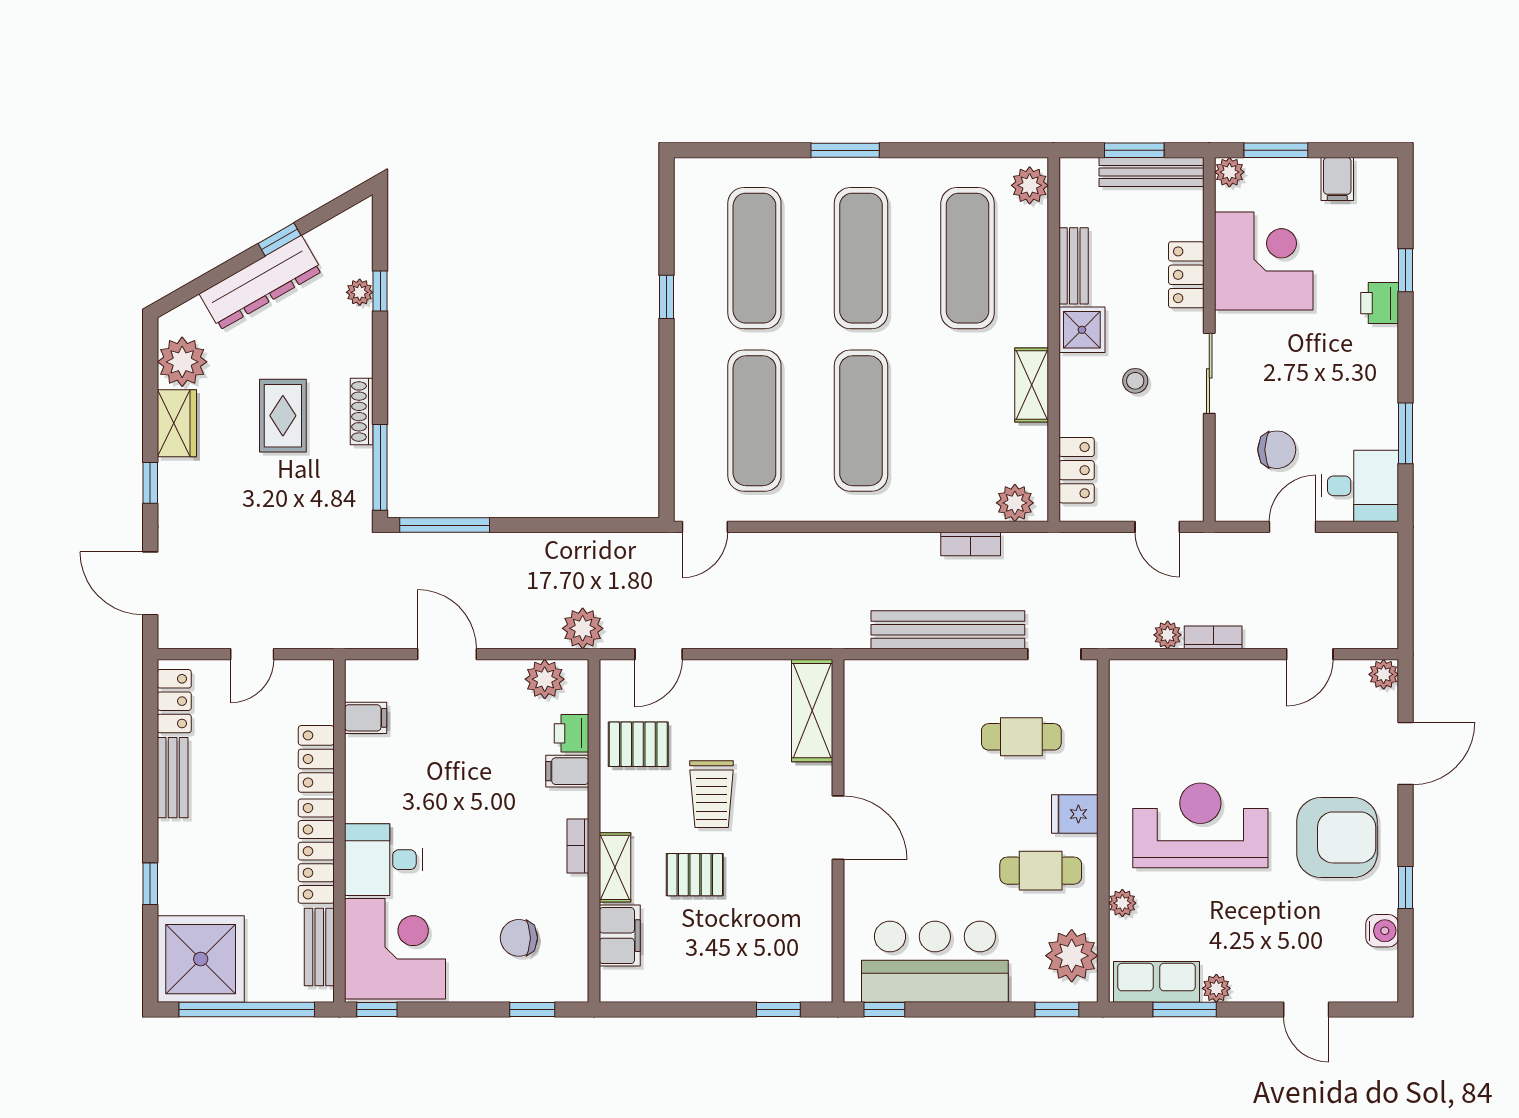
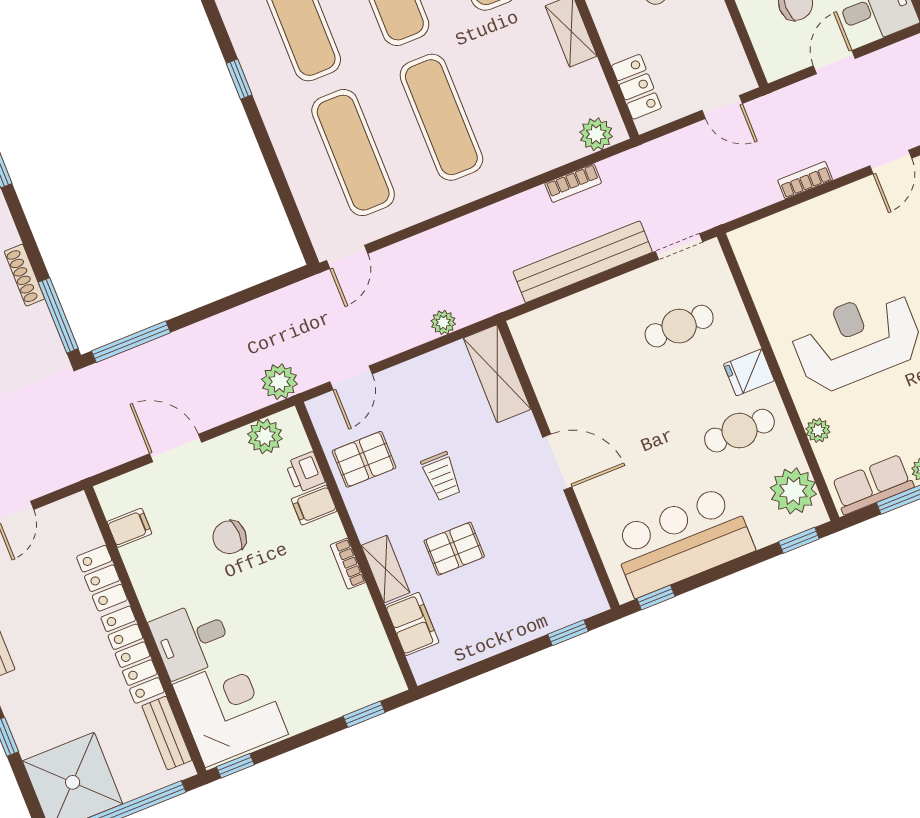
plant: (1168, 635) -> (443, 322), moved
trolley: (712, 794) -> (441, 476), width x0.73, depth x0.72
chair: (519, 938) -> (230, 537), moved

